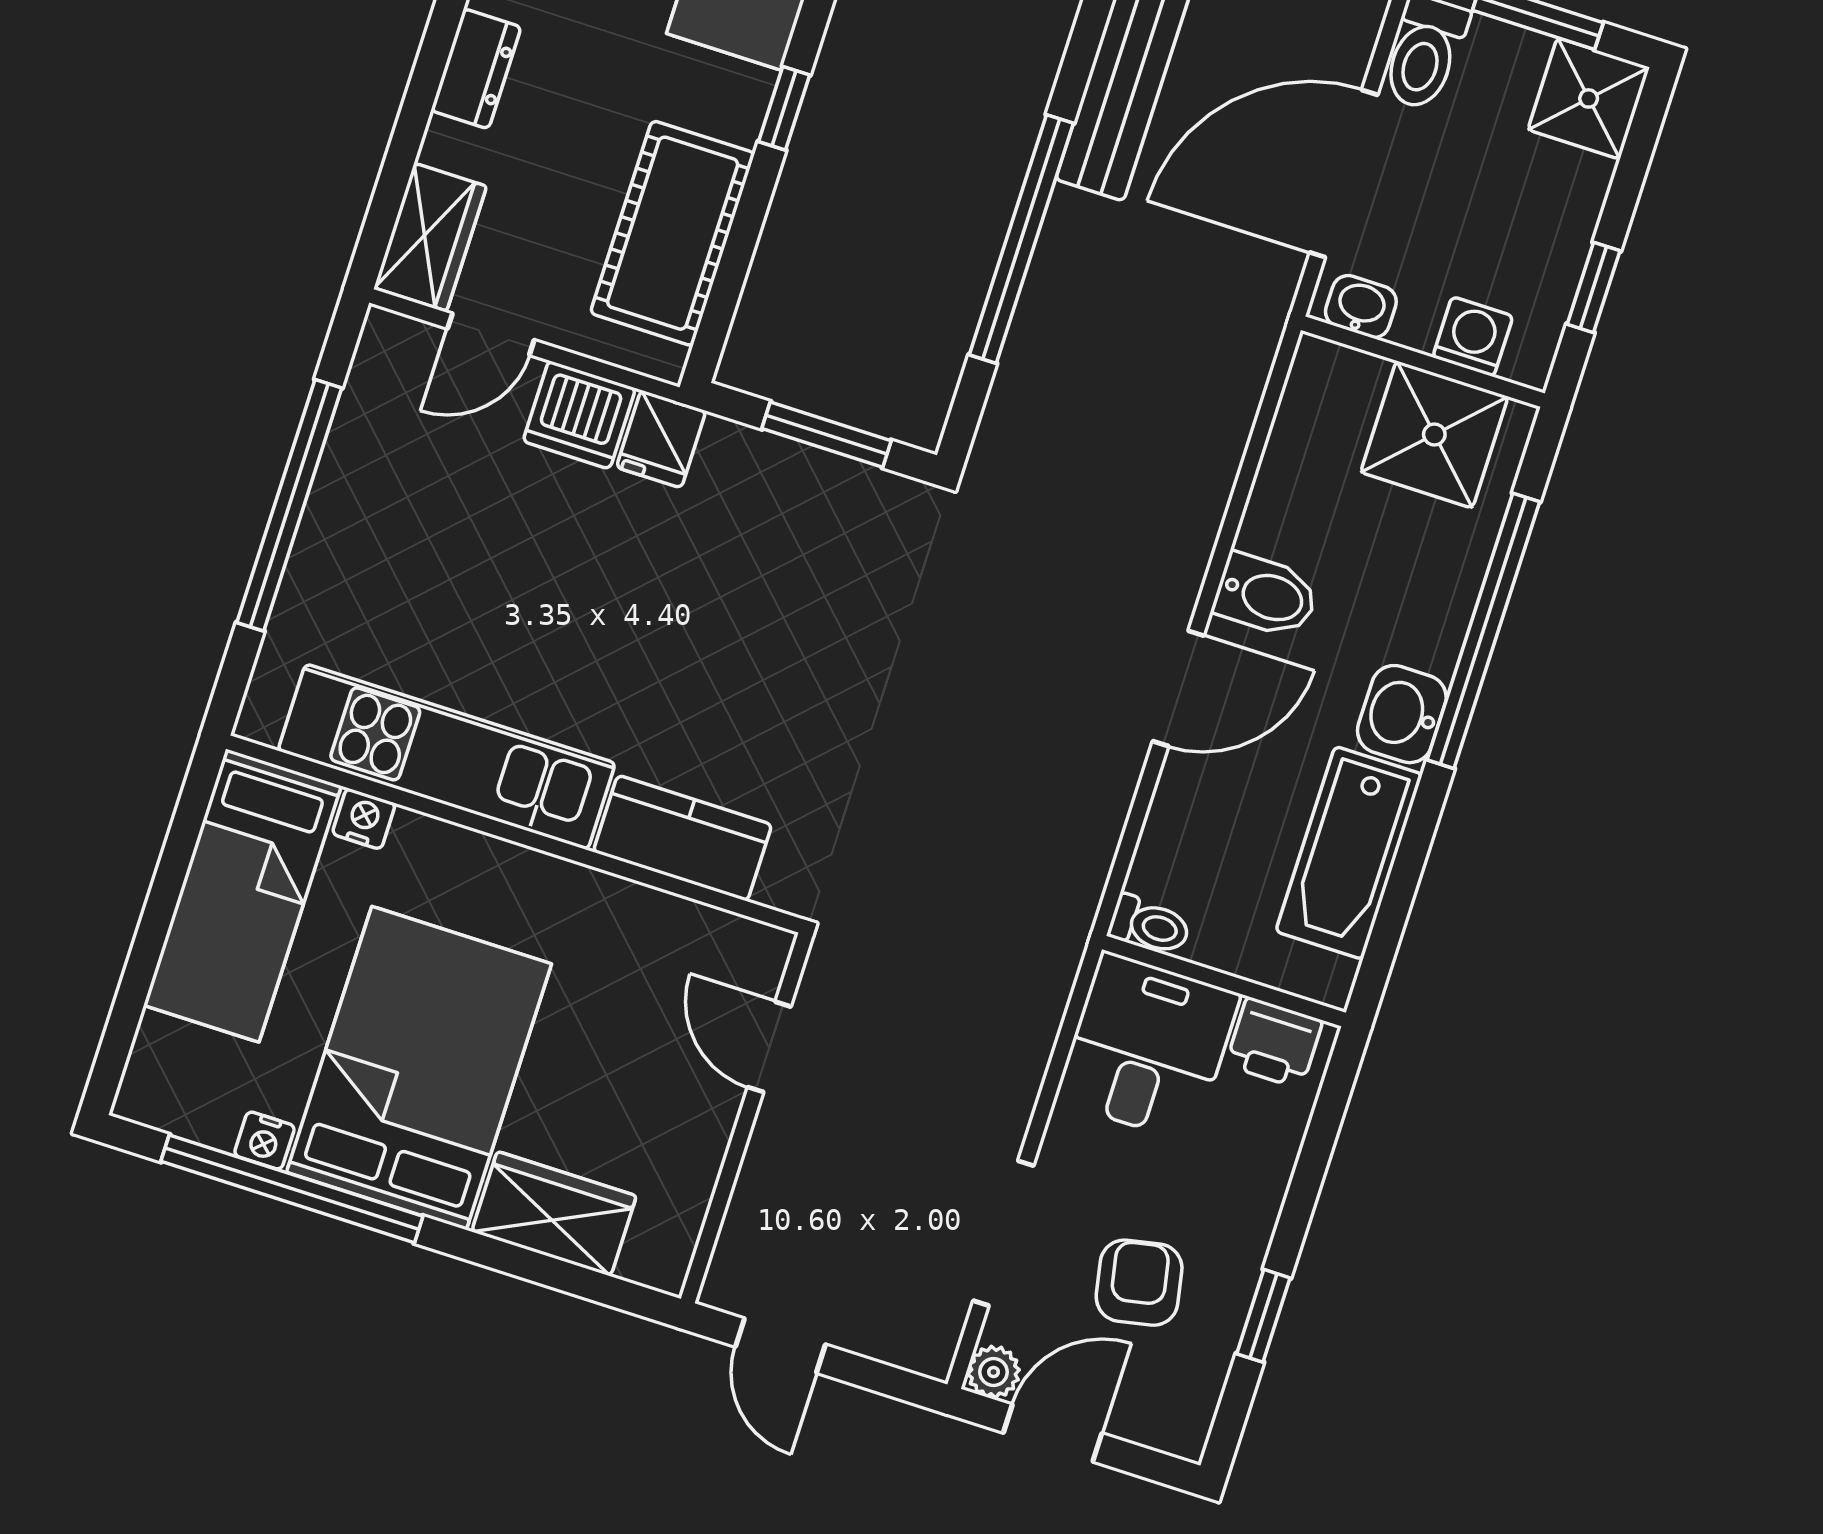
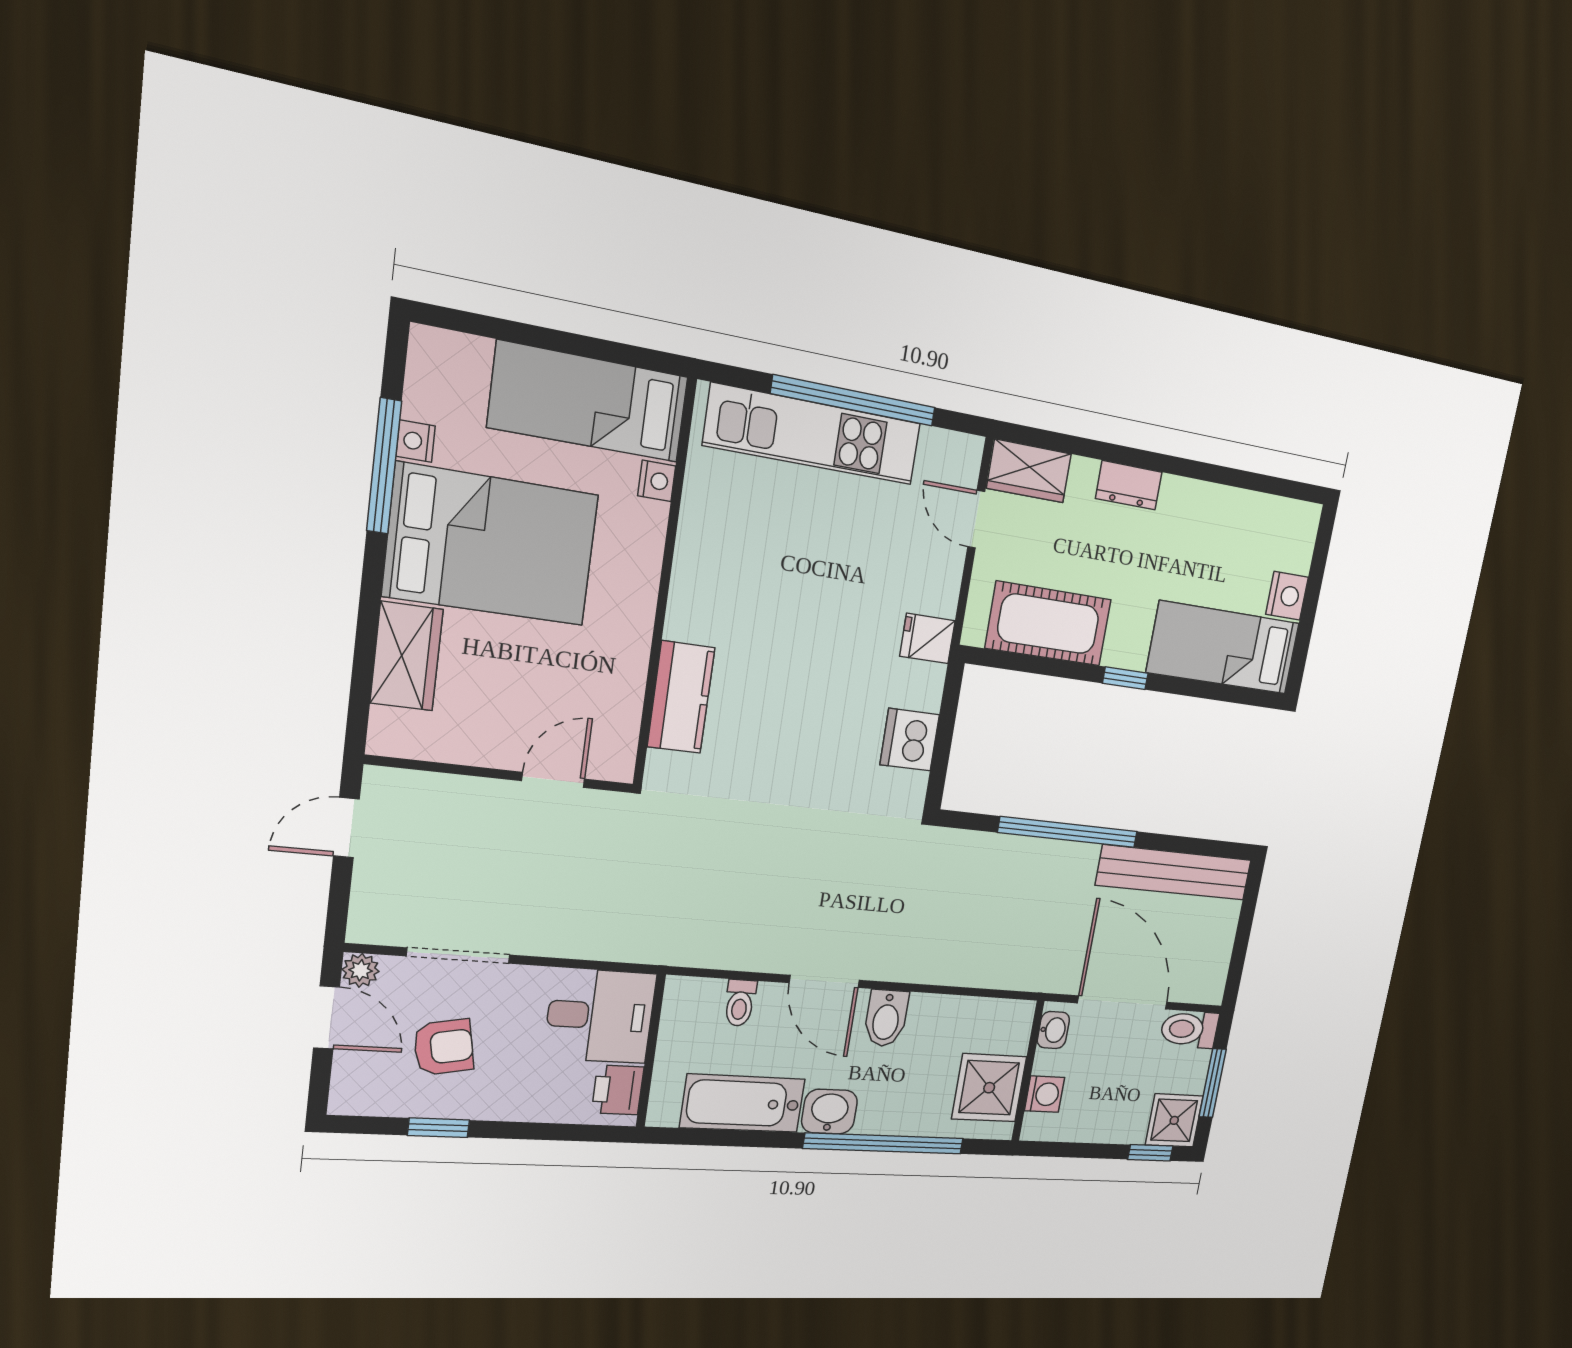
window: (1594, 288) -> (1150, 1153), moved
dishwasher: (579, 415) -> (910, 740), moved
window: (827, 435) -> (943, 740), removed
kitchen unit: (447, 757) -> (813, 434), moved, turned 90
toilet: (1150, 925) -> (740, 1003), moved
window: (292, 1189) -> (384, 466), width x0.68

